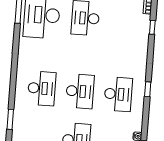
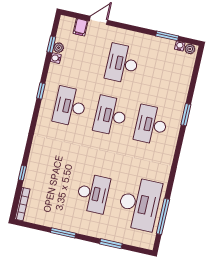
window: (148, 89) -> (41, 91), moved
window: (10, 119) -> (186, 115), moved

